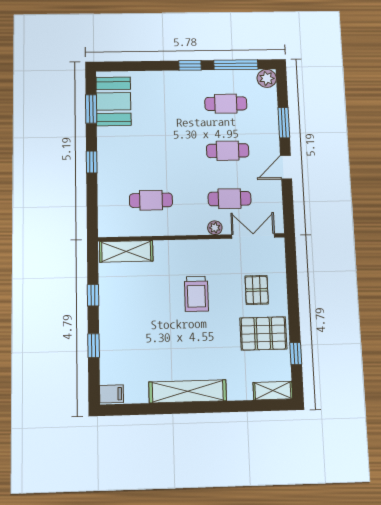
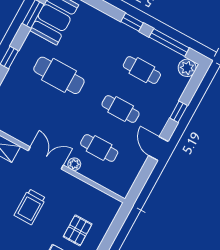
window: (284, 123) -> (179, 112), width x0.67
door: (286, 167) -> (158, 149), hinge flipped
cafe table: (151, 200) -> (59, 75), moved, width x1.37, depth x1.35
double door: (253, 236) -> (46, 158), moved

